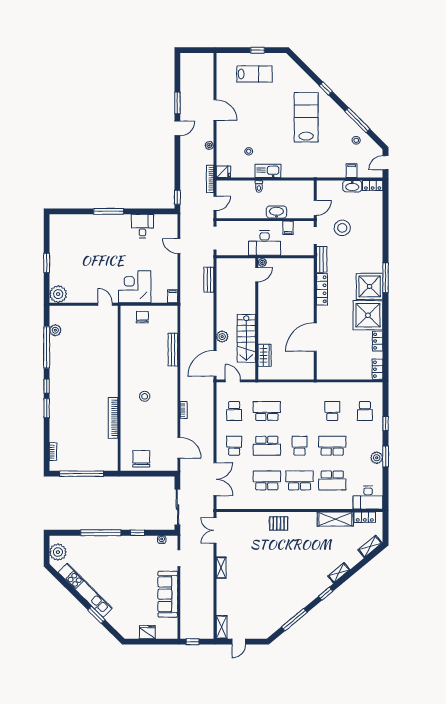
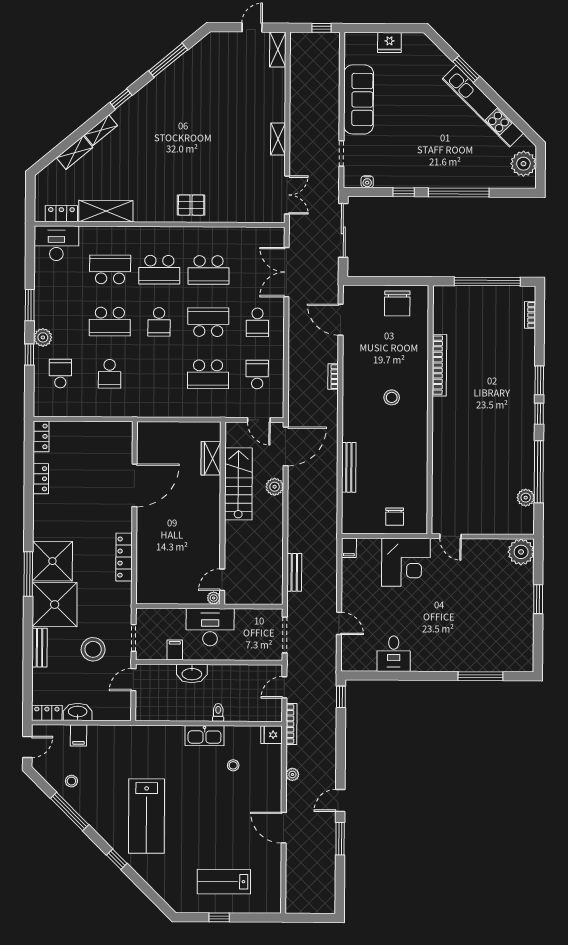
window: (109, 211) -> (480, 676), moved
bench: (322, 259) -> (40, 648), moved
shower: (368, 315) -> (55, 605), moved
plant: (377, 458) -> (43, 337), moved
shelving: (370, 546) -> (75, 153), moved

